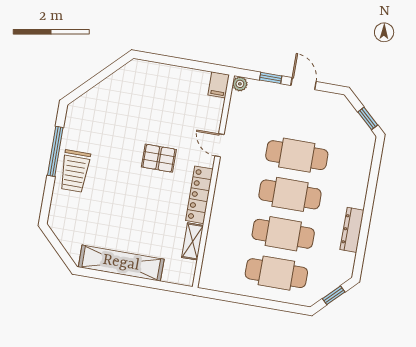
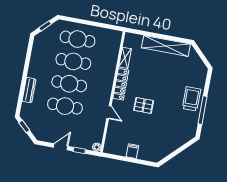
door: (303, 84) -> (61, 147), swing flipped
filing cabinet: (219, 85) -> (132, 151), moved
dresser: (352, 230) -> (29, 90), moved

